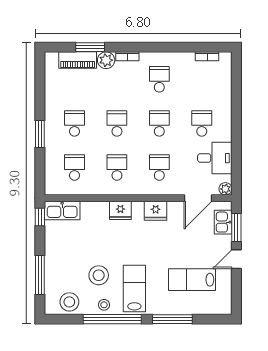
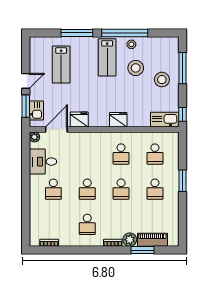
school desk: (159, 167) -> (87, 154), removed
fridge: (156, 211) -> (79, 119), moved
lab bench: (192, 280) -> (61, 64), turned 90
stool: (69, 302) -> (162, 80), moved

